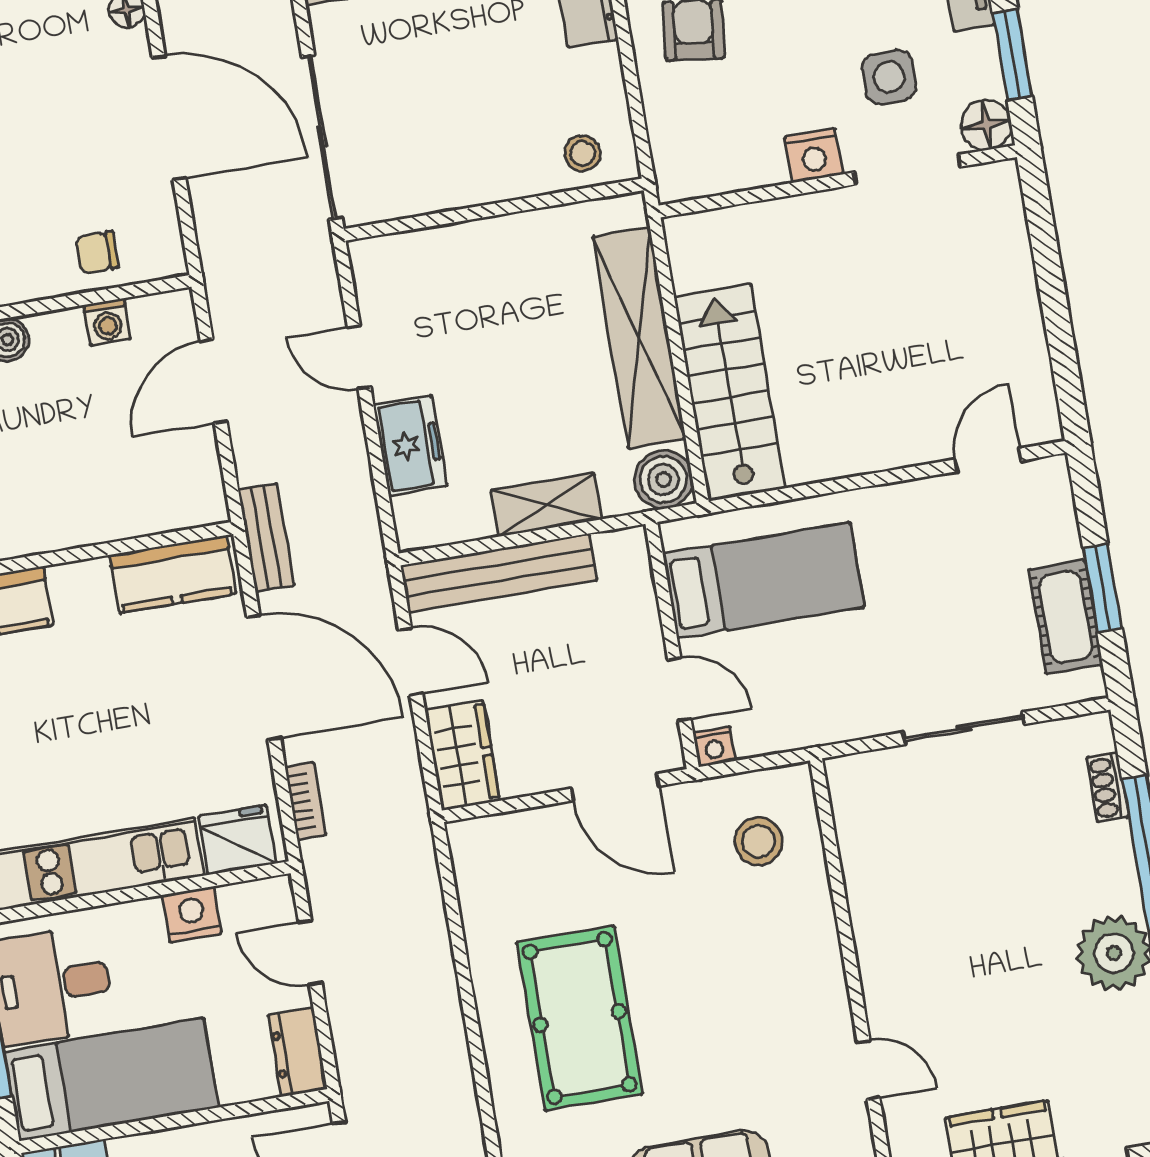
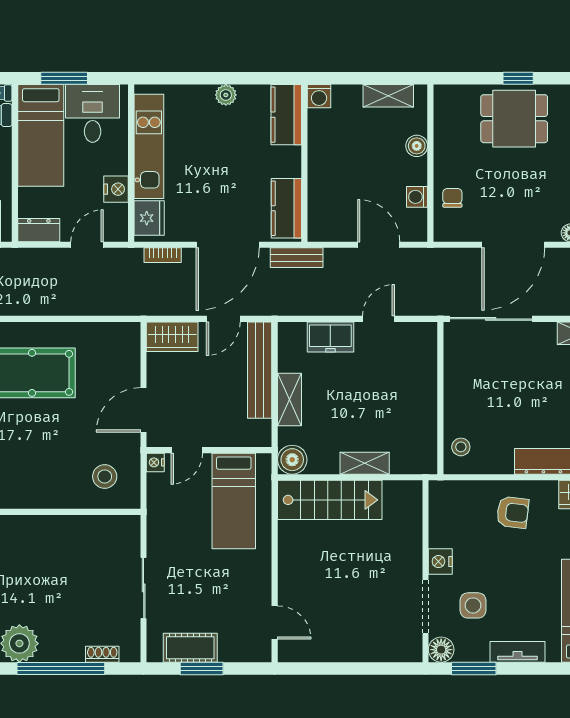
shelving: (639, 338) -> (365, 463), width x0.45, depth x0.75

